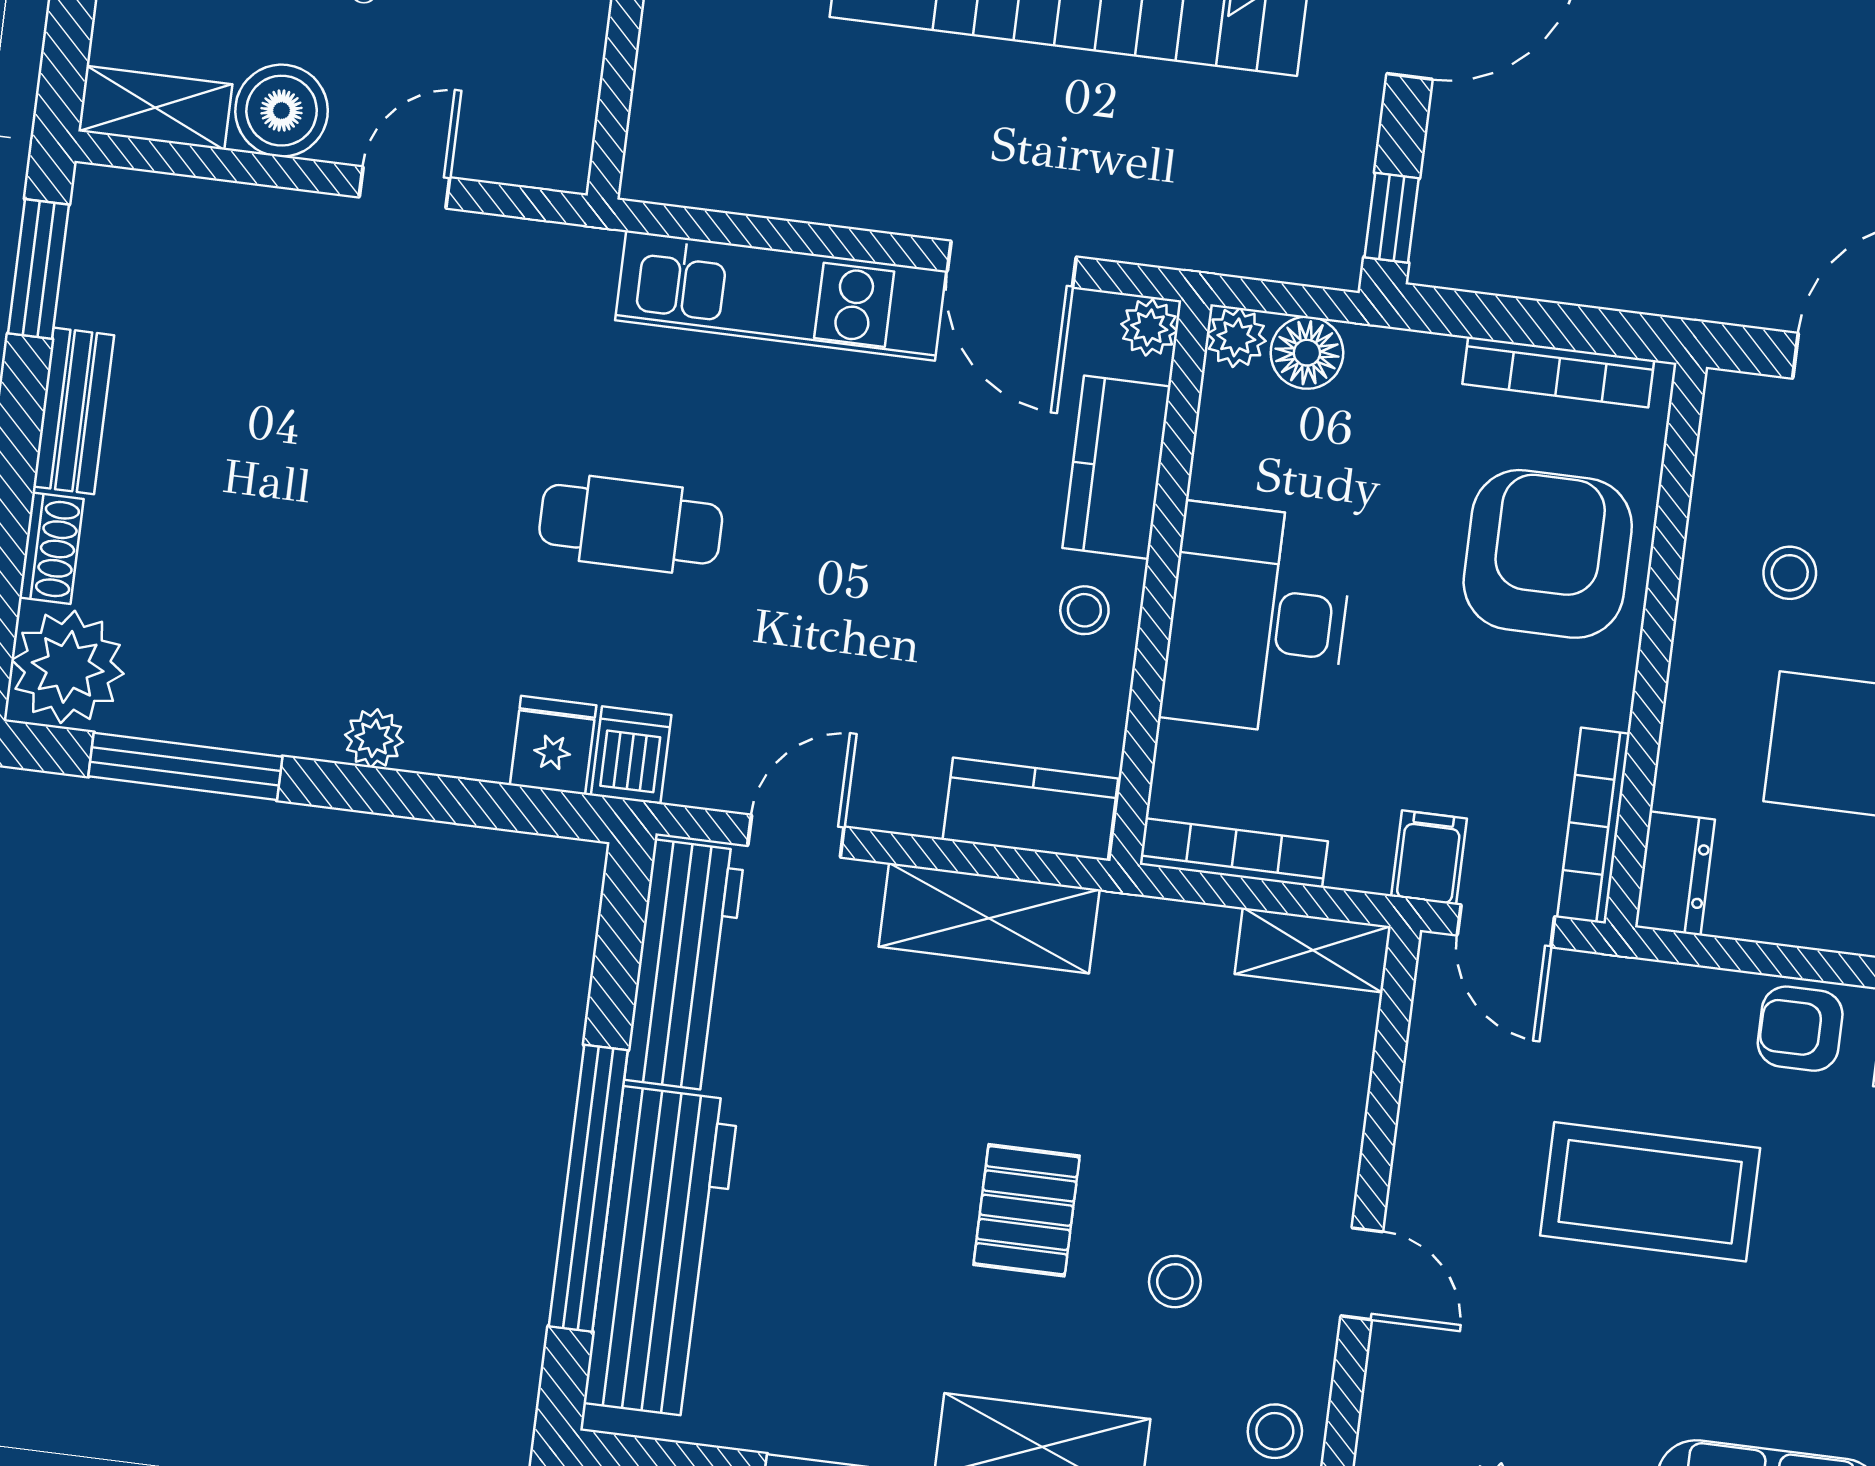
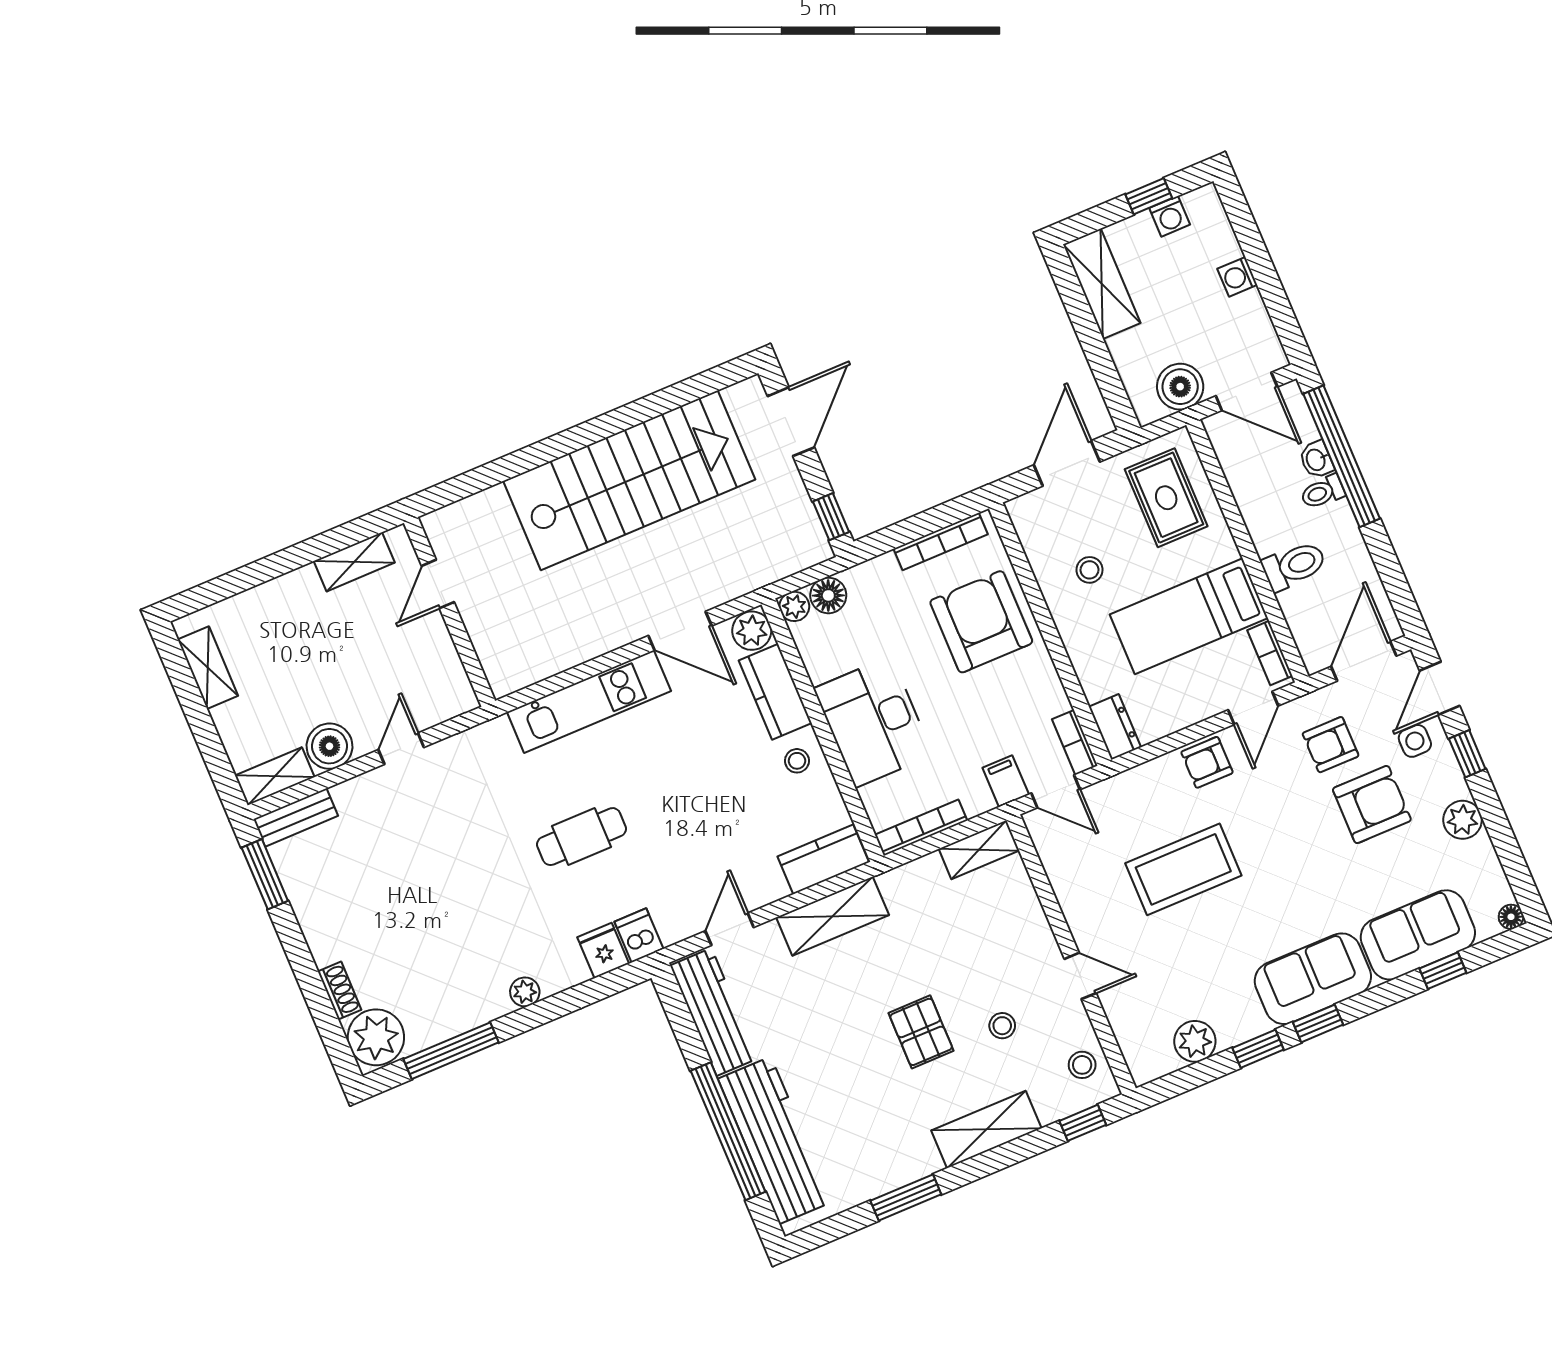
plant: (1149, 327) -> (752, 631), width x1.38, depth x1.38
bench: (74, 411) -> (296, 817), moved, turned 90
bookcase: (1593, 826) -> (1075, 742), width x0.64

